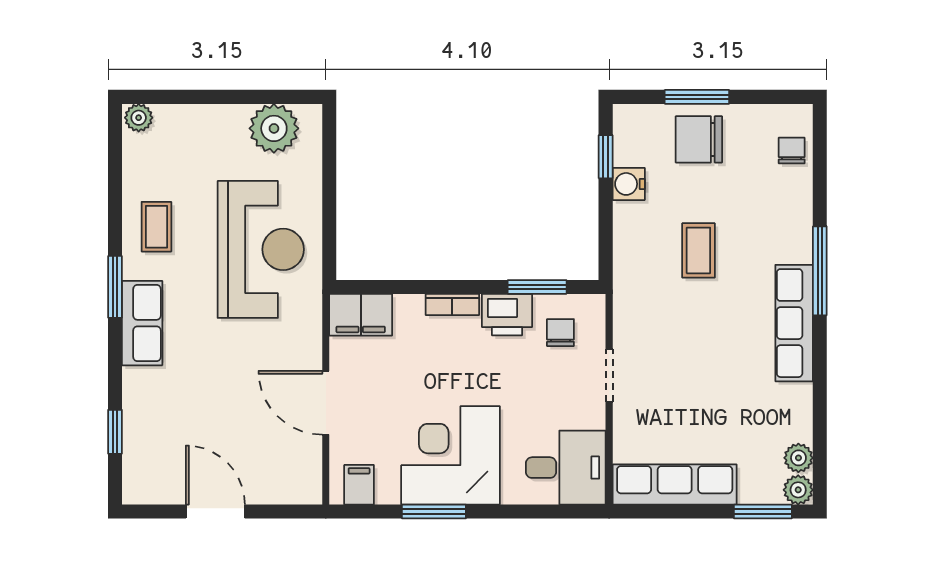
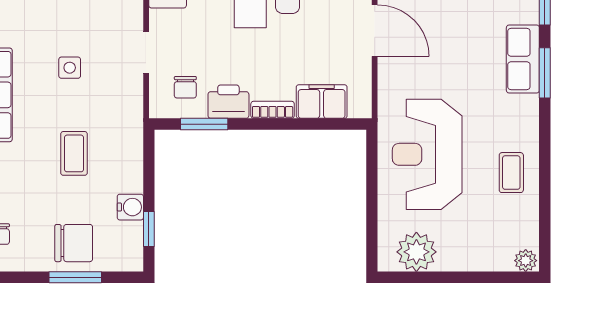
window: (115, 287) -> (545, 73), moved
filing cabinet: (361, 315) -> (322, 102), moved
row of seats: (142, 323) -> (523, 59), moved
side table: (704, 357) -> (70, 68), added

